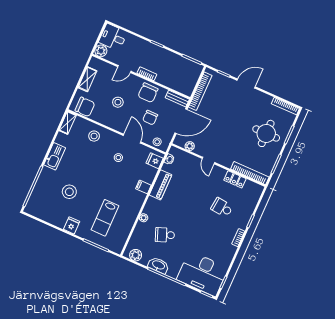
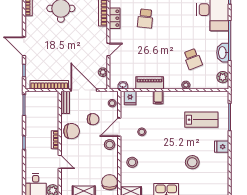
stool: (118, 102) -> (110, 145), moved

